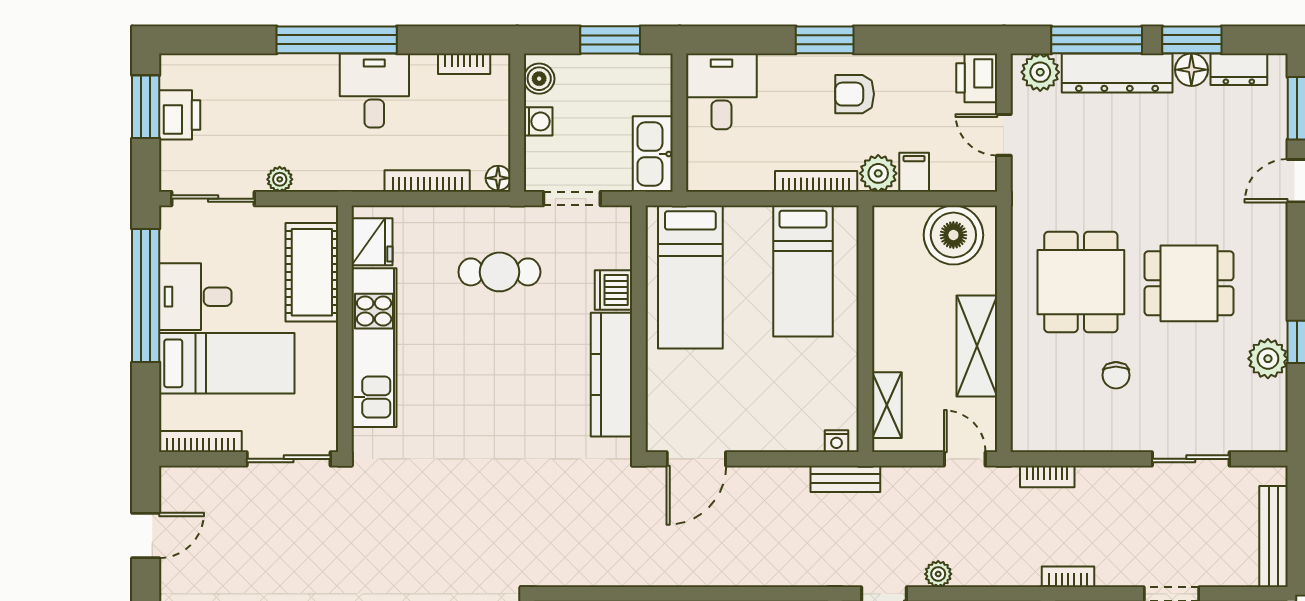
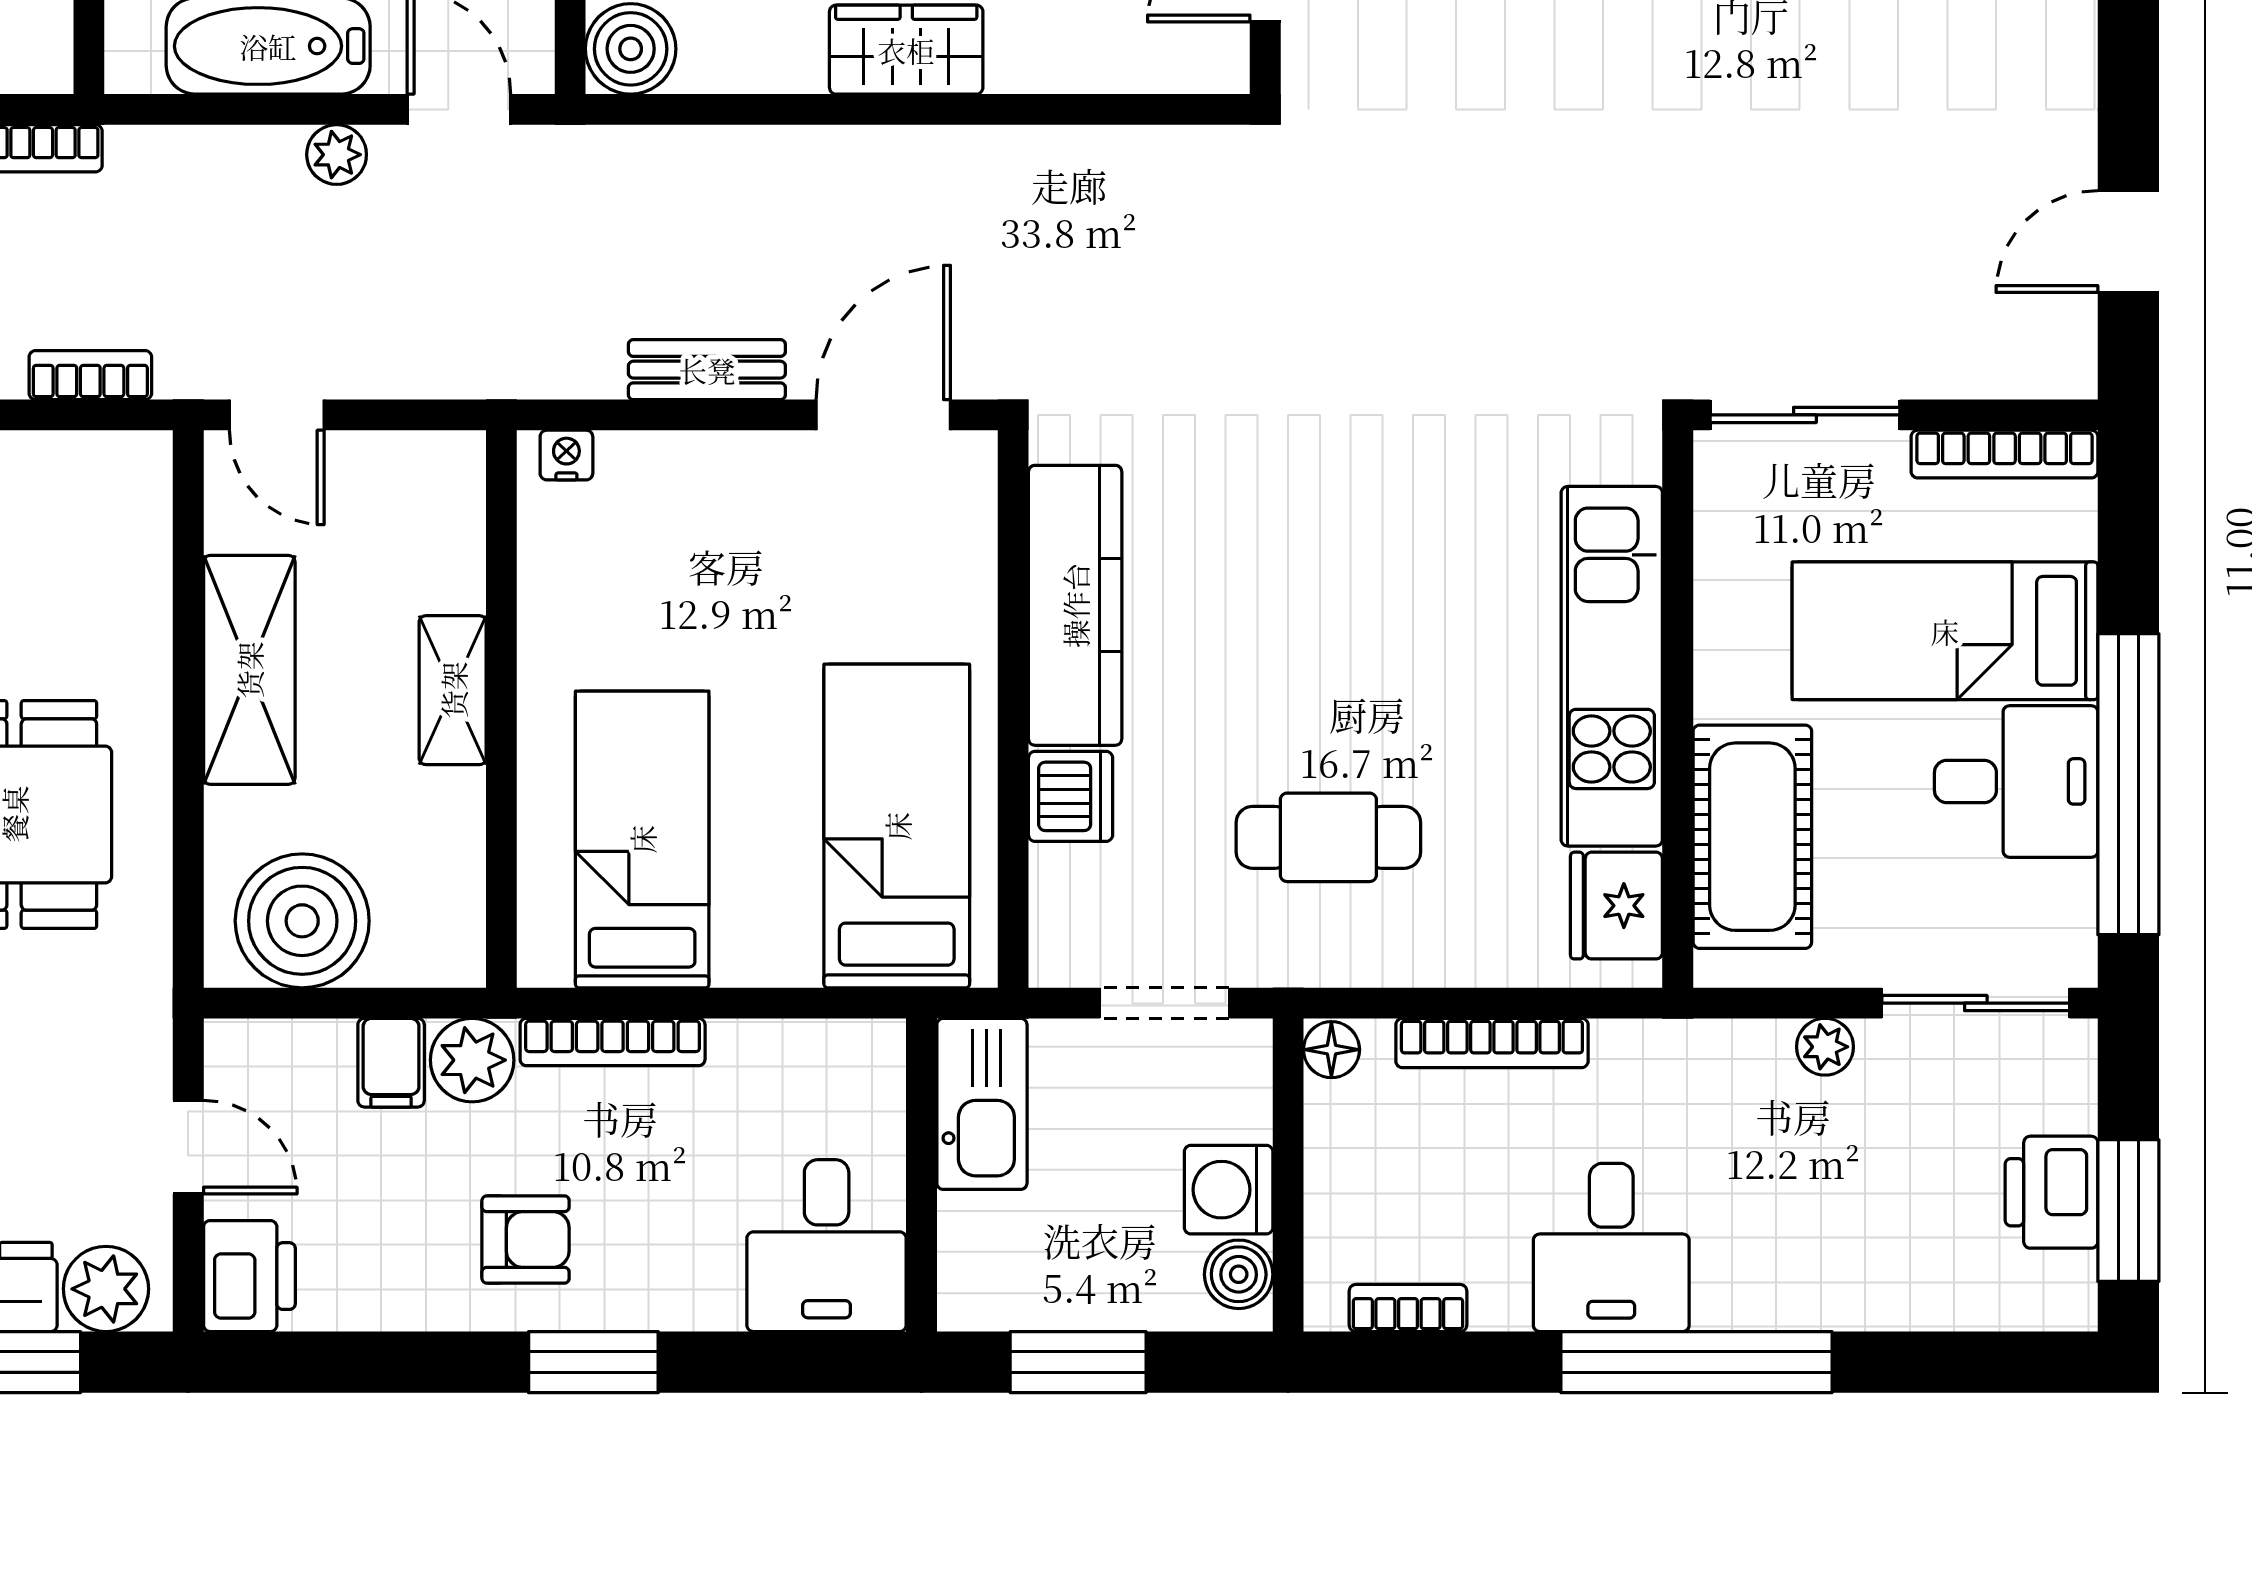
washing machine: (538, 121) -> (1229, 1190), width x1.38, depth x1.38
shelving: (887, 405) -> (453, 690), moved
bench: (845, 479) -> (707, 370), moved

